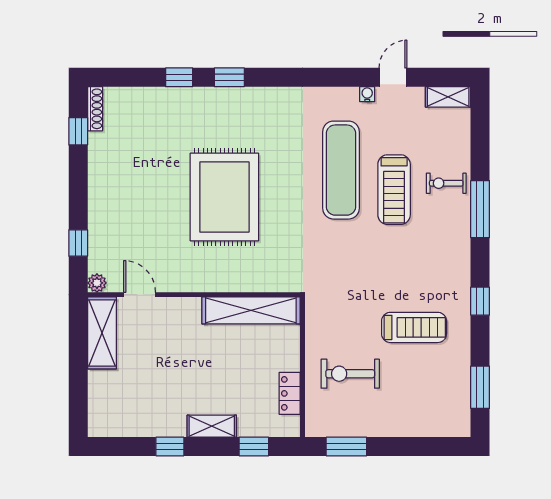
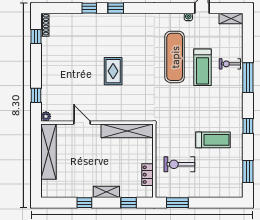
rug: (224, 197) -> (113, 71), width x0.54, depth x0.49
door: (140, 295) -> (82, 123), moved
shelving: (102, 333) -> (49, 152), width x1.47

